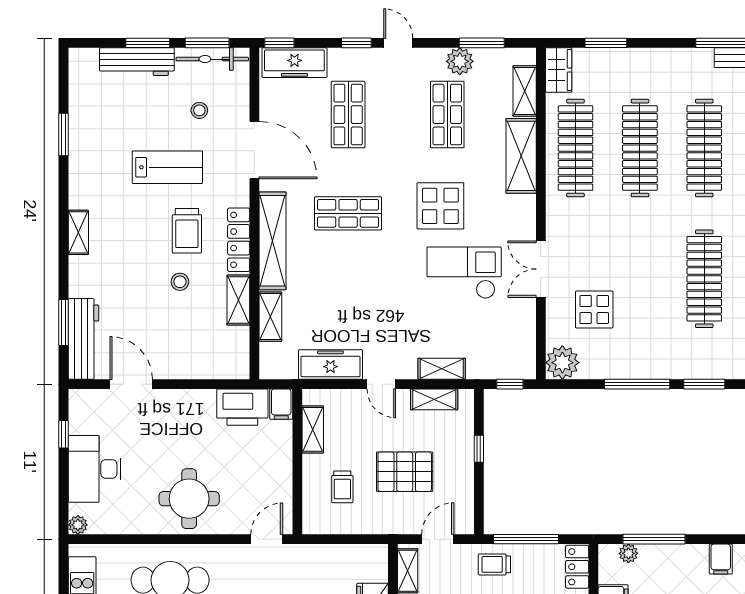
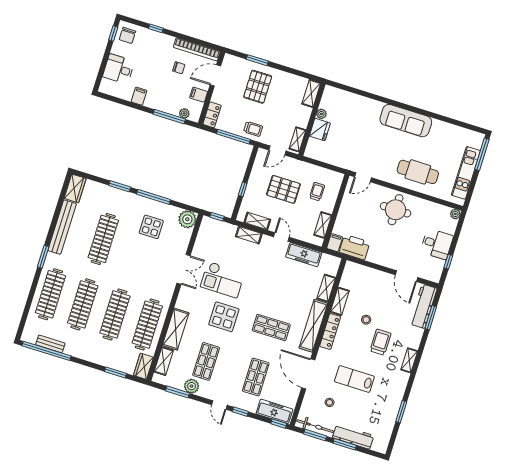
trolley: (187, 231) -> (380, 342), moved
display table: (594, 310) -> (151, 227), moved
desk: (95, 469) -> (437, 244), width x0.73

